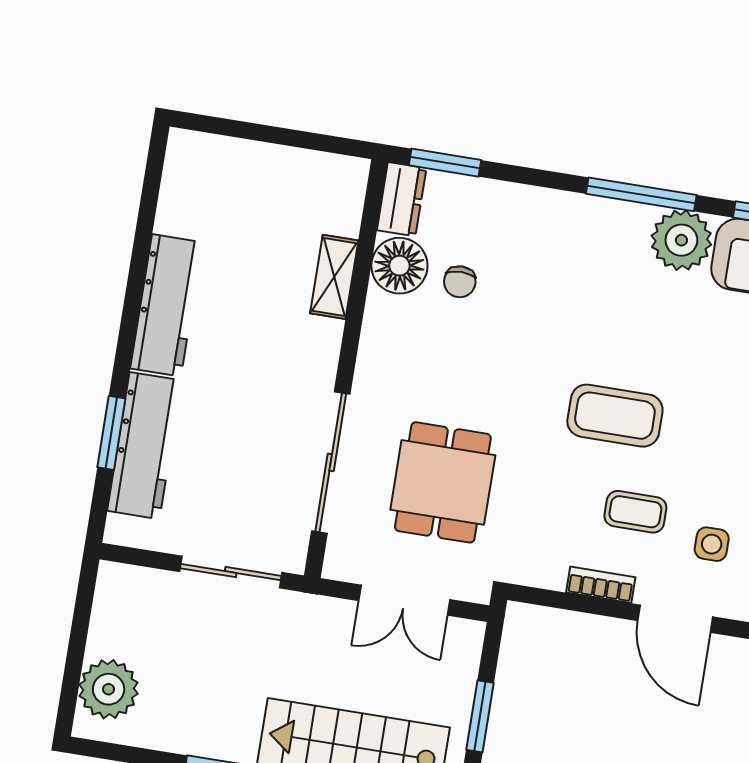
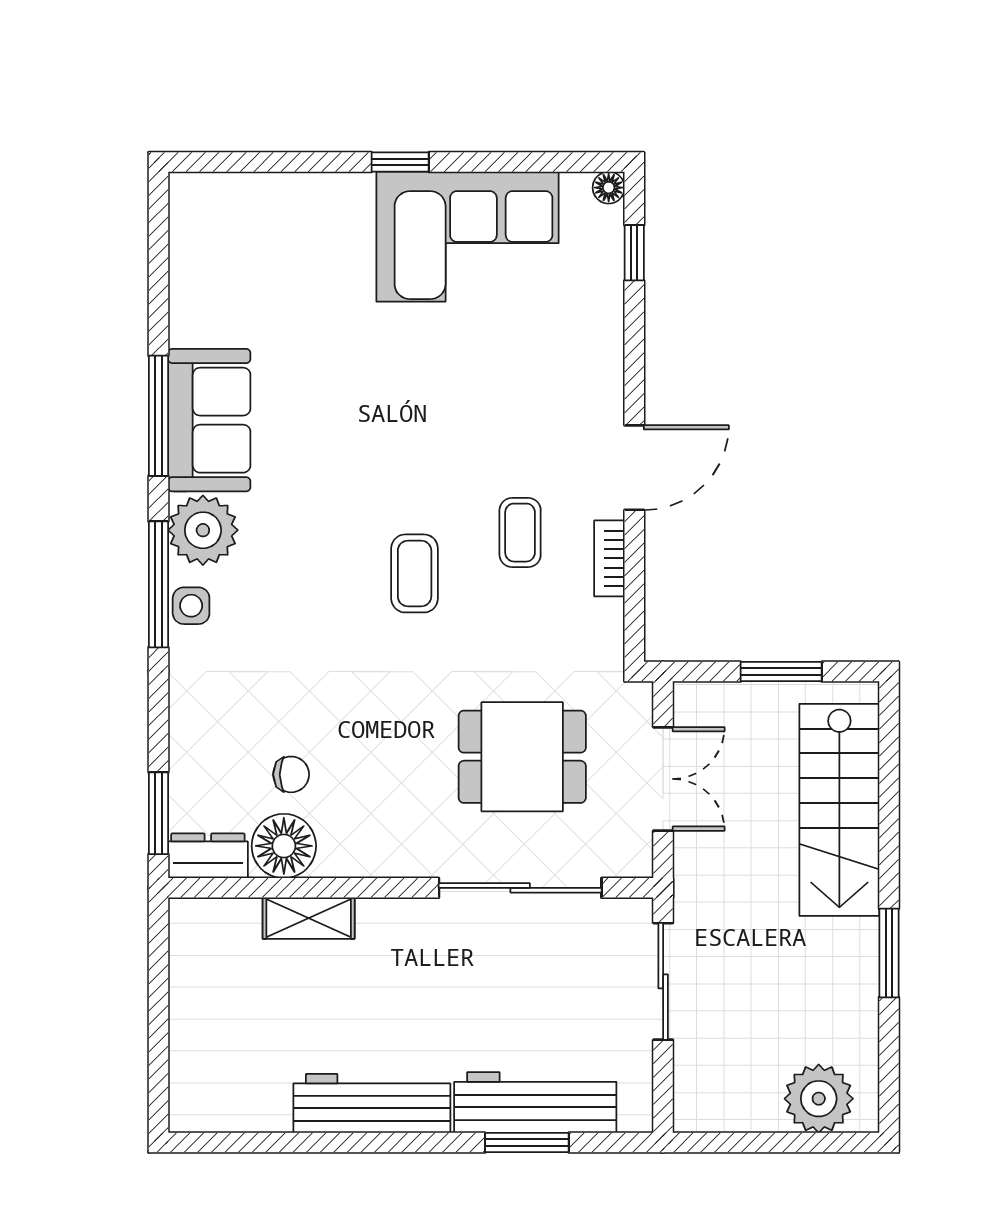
coffee table: (615, 416) -> (415, 573), width x0.73, depth x0.77
side table: (712, 544) -> (191, 606), moved

